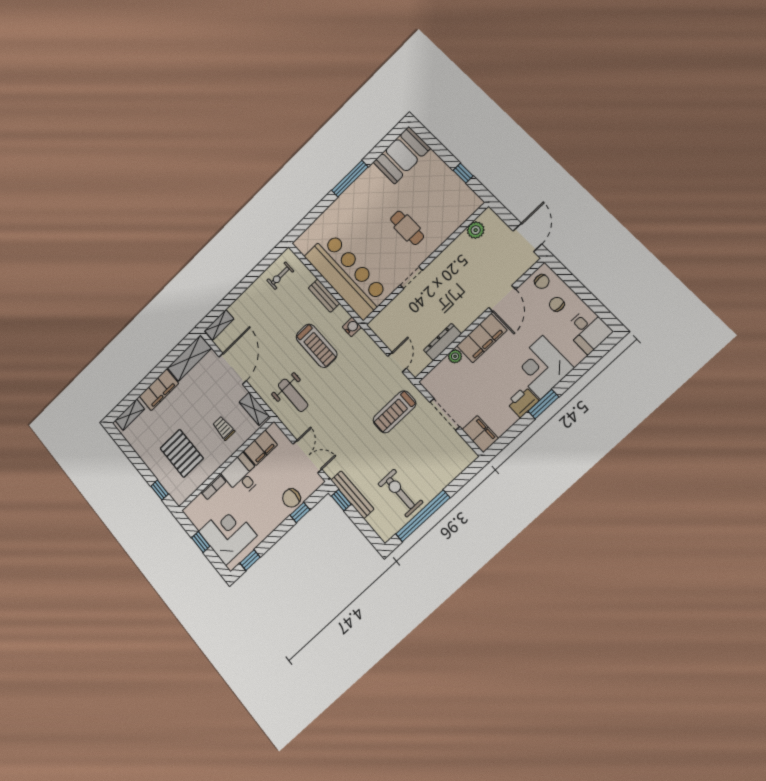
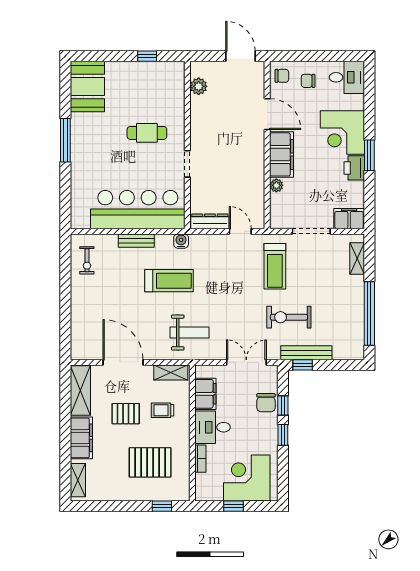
shelving: (219, 325) -> (357, 258), moved
dresser: (442, 342) -> (210, 221), moved, turned 90
pallet: (200, 404) -> (126, 414), added
exercise bike: (400, 493) -> (289, 317), moved
window: (250, 560) -> (283, 435), moved

